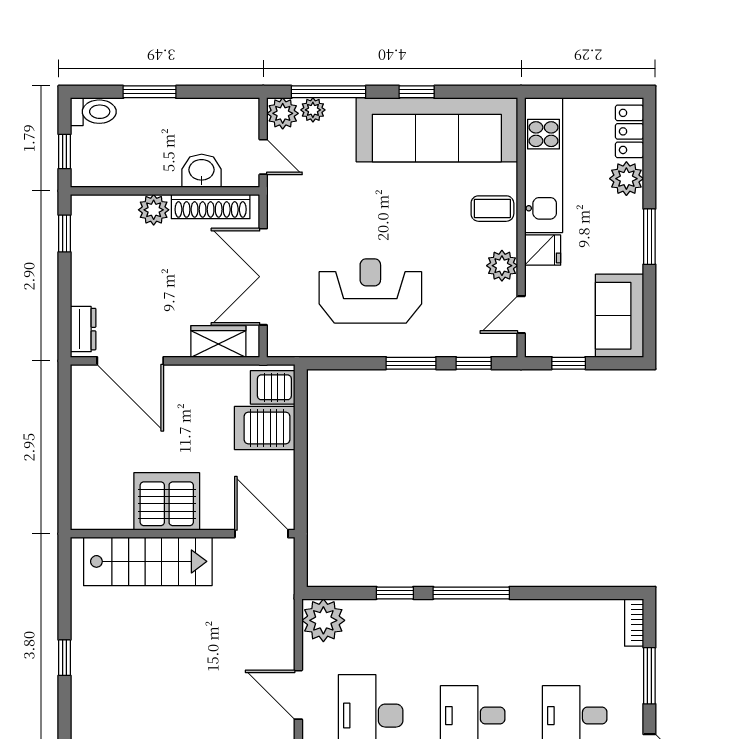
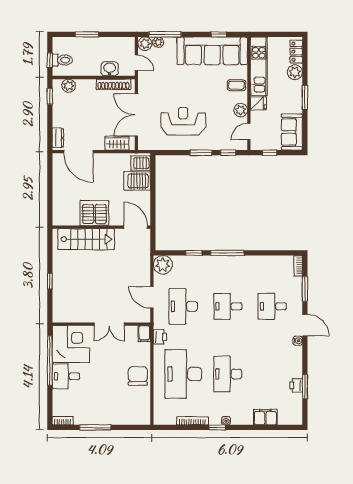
window: (417, 92) -> (219, 34), moved
toilet: (93, 112) -> (62, 60), moved
plant: (154, 210) -> (69, 86), moved

